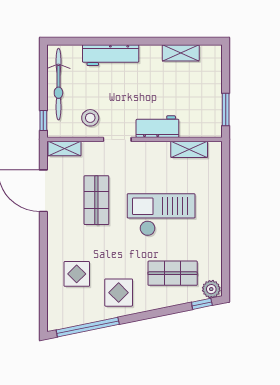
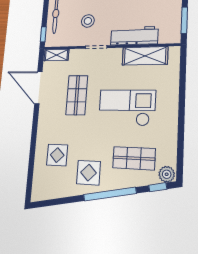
stool: (90, 118) -> (88, 21), moved
workbench: (157, 127) -> (134, 36), width x1.38
shelving: (189, 149) -> (145, 56), width x1.50, depth x1.33
window: (88, 327) -> (110, 194), moved

